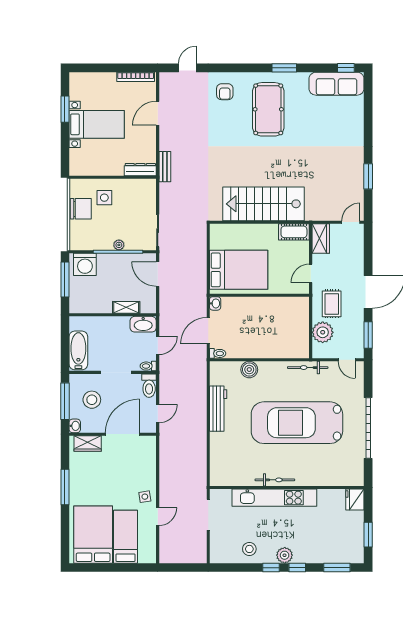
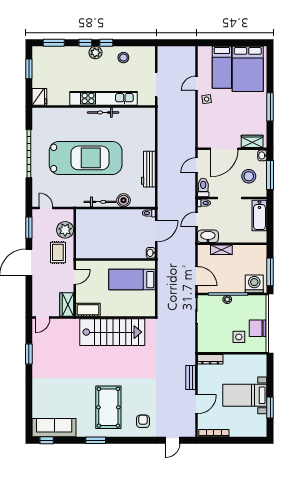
bench: (165, 167) -> (191, 377), moved
bed: (239, 270) -> (132, 280), width x0.67
bicycle: (308, 368) -> (100, 202), moved

